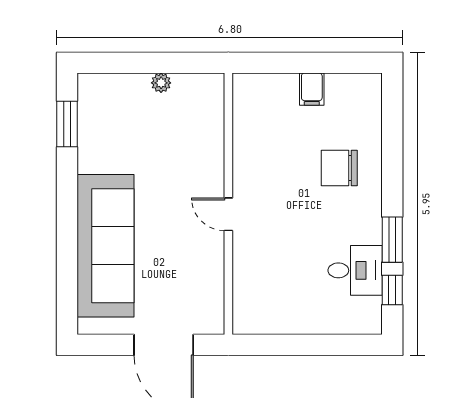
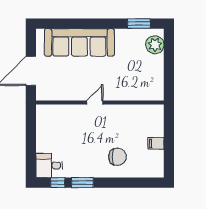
plant: (161, 83) -> (155, 45), moved, width x1.88, depth x1.88
chair: (339, 168) -> (117, 157), turned 90
desk: (355, 270) -> (49, 165), moved, turned 90

